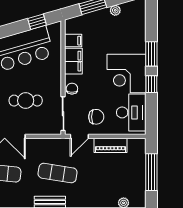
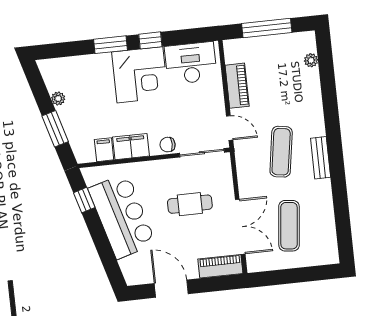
cafe table: (26, 101) -> (190, 204), turned 90
chair: (96, 117) -> (201, 109), removed

